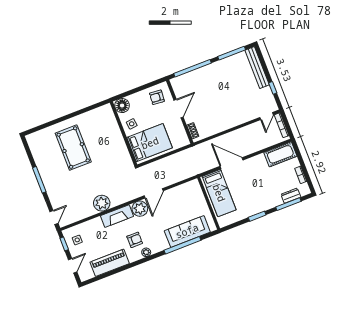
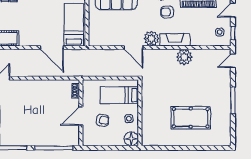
armchair: (157, 97) -> (103, 120), moved
bed: (150, 143) -> (119, 95), width x0.67
pool table: (73, 148) -> (191, 118), turned 90
door: (154, 193) -> (133, 48), swing flipped

